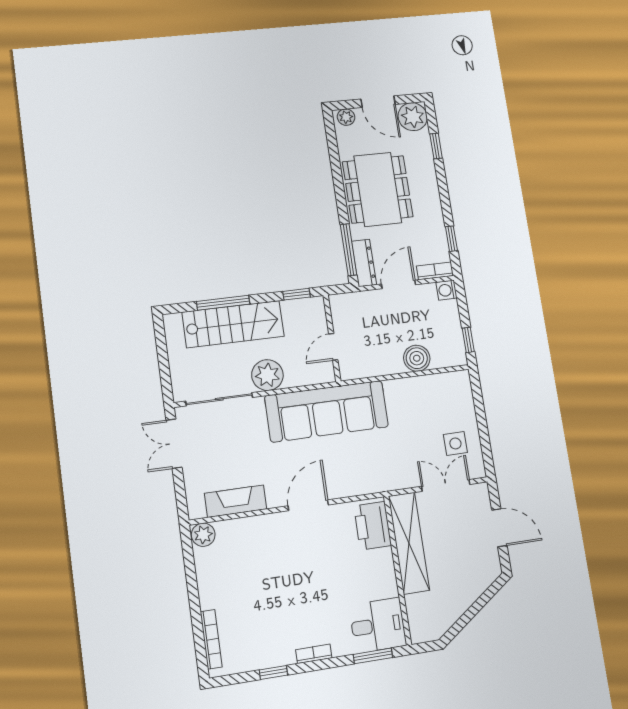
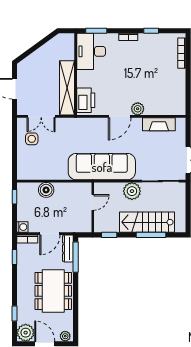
plant: (203, 535) -> (138, 109), moved
desk: (378, 625) -> (91, 51), width x1.37

